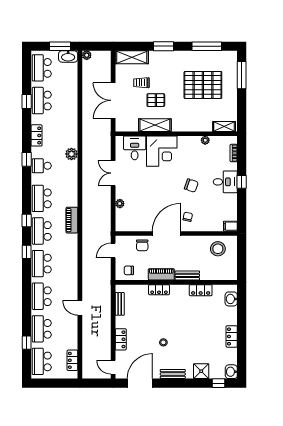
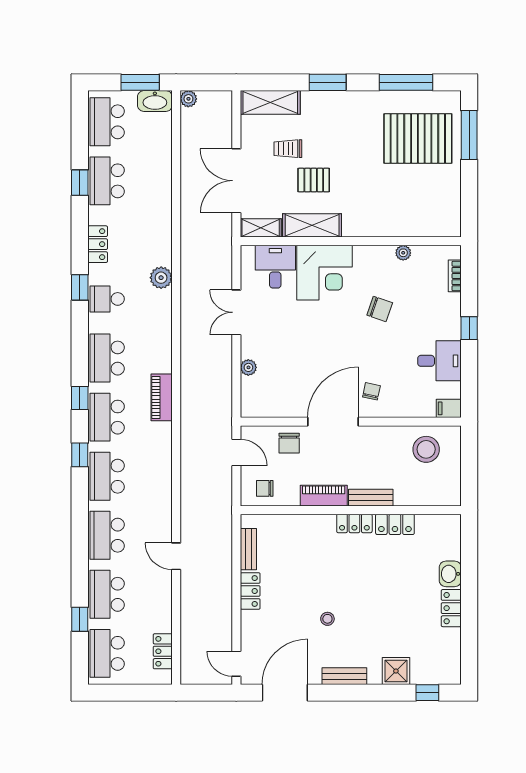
pallet: (203, 85) -> (418, 138), moved
shelving: (224, 126) -> (261, 228), moved
desk: (225, 182) -> (439, 361), moved
chair: (191, 185) -> (380, 309), moved
door: (113, 251) -> (236, 452), swing flipped
locker: (159, 290) -> (354, 523), moved
washbasin: (231, 299) -> (450, 574), moved
locker: (121, 339) -> (250, 591), moved
washbasin: (231, 372) -> (450, 672), removed

